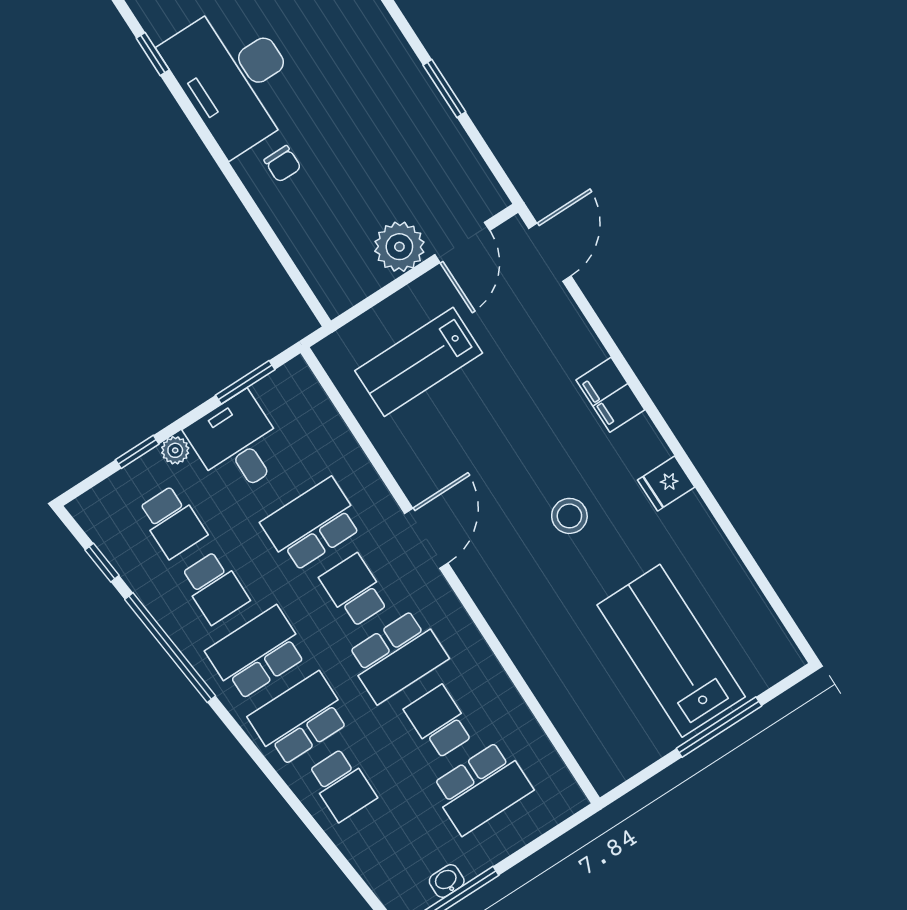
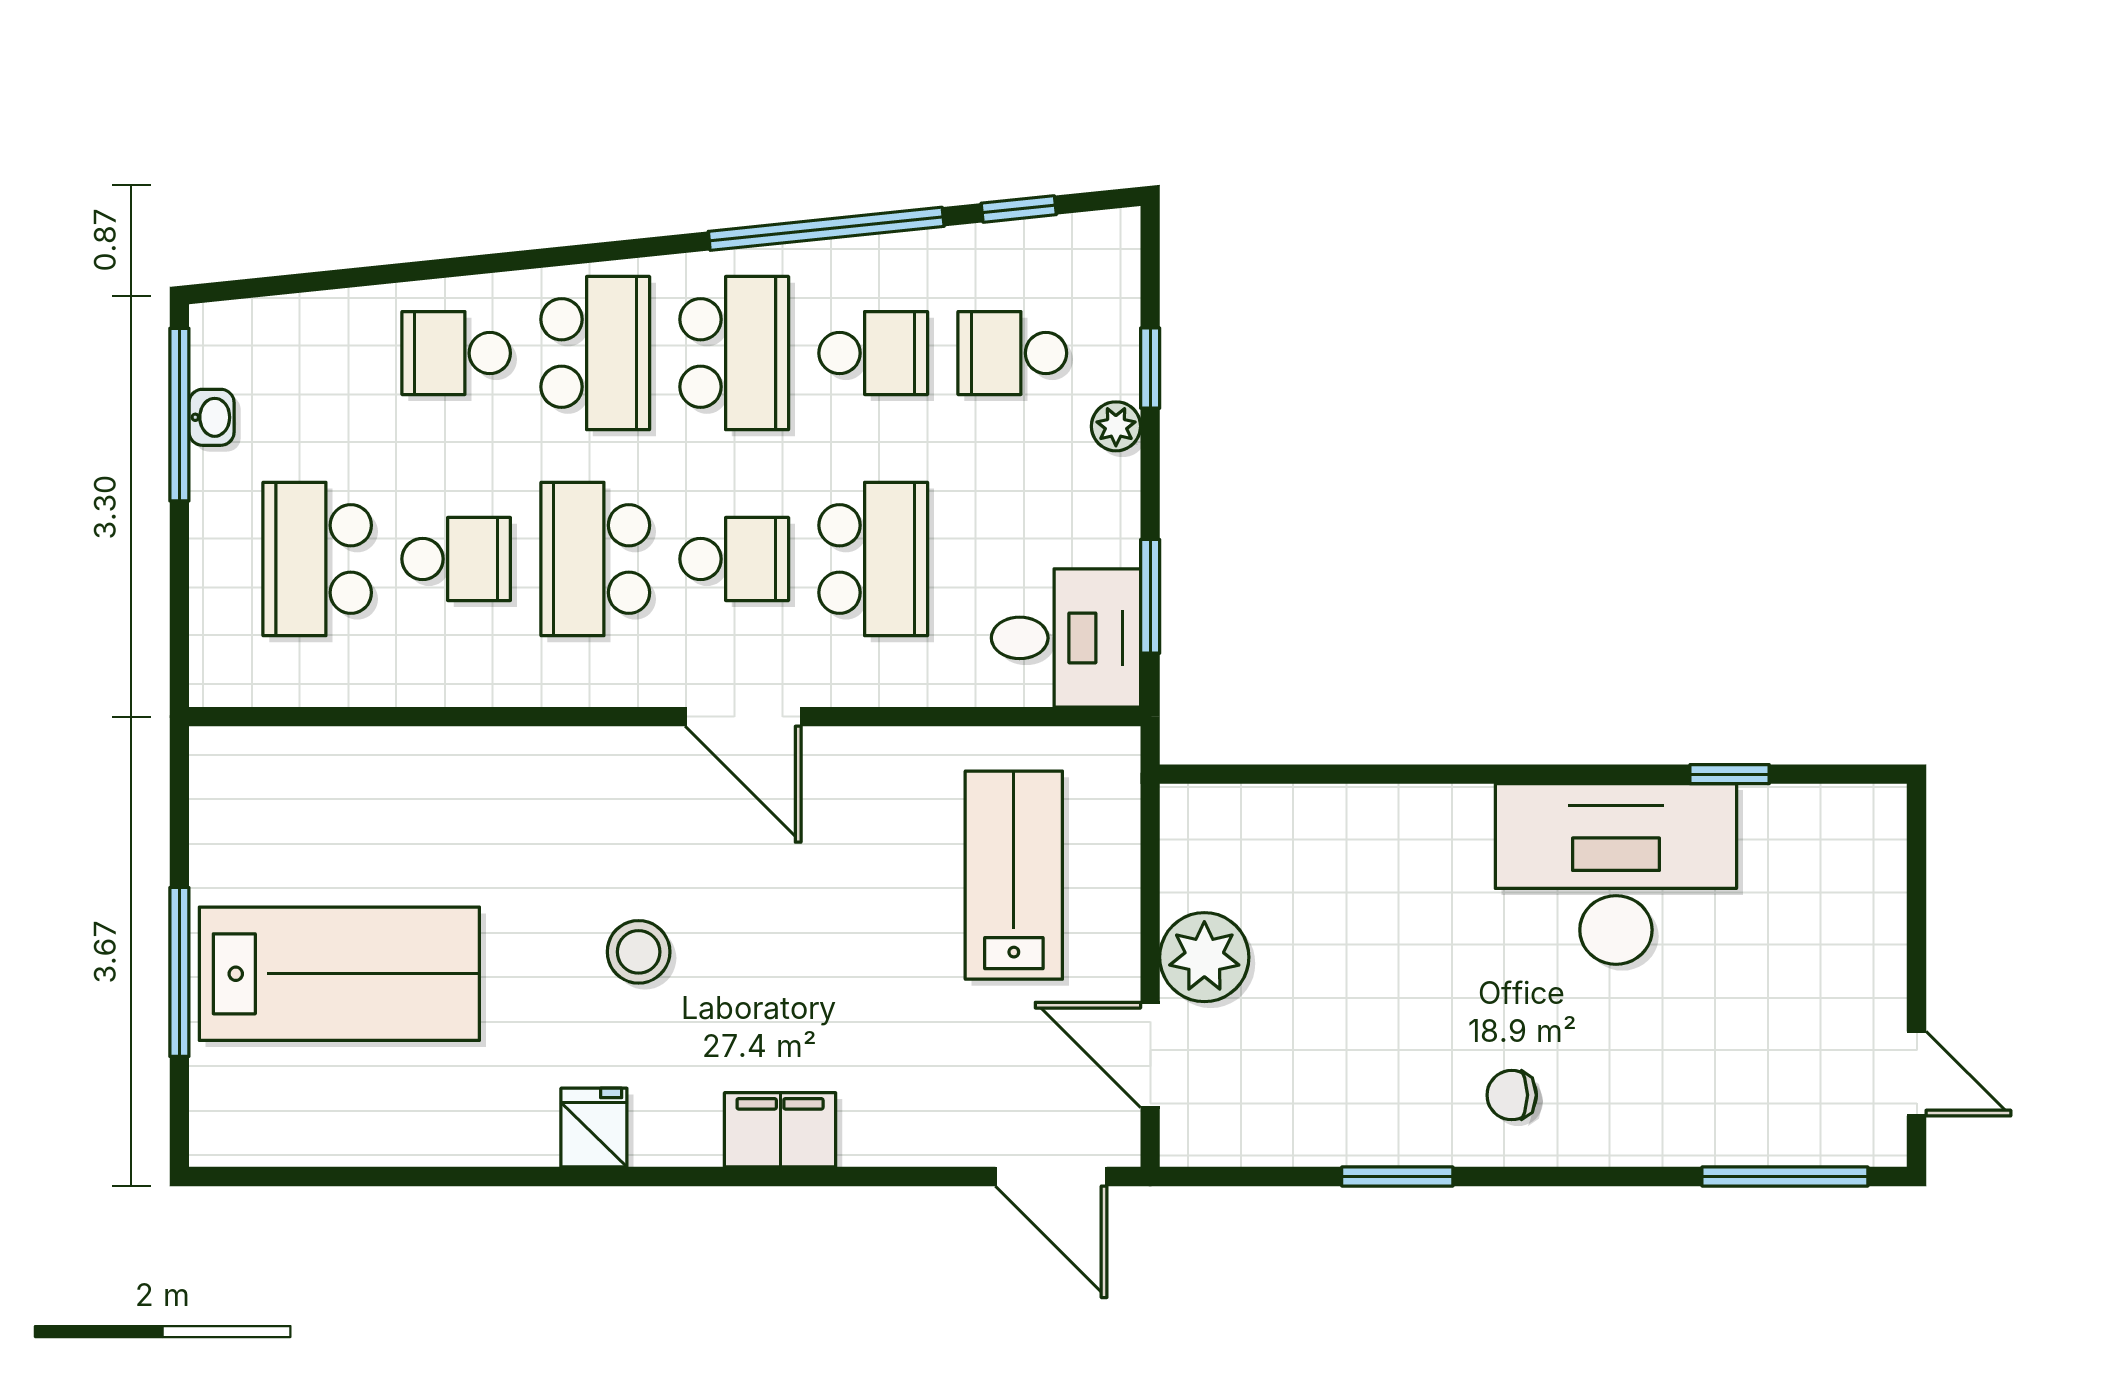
chair: (283, 164) -> (1512, 1095), moved
desk: (237, 444) -> (1066, 638), moved
school desk: (215, 588) -> (873, 353), turned 180

